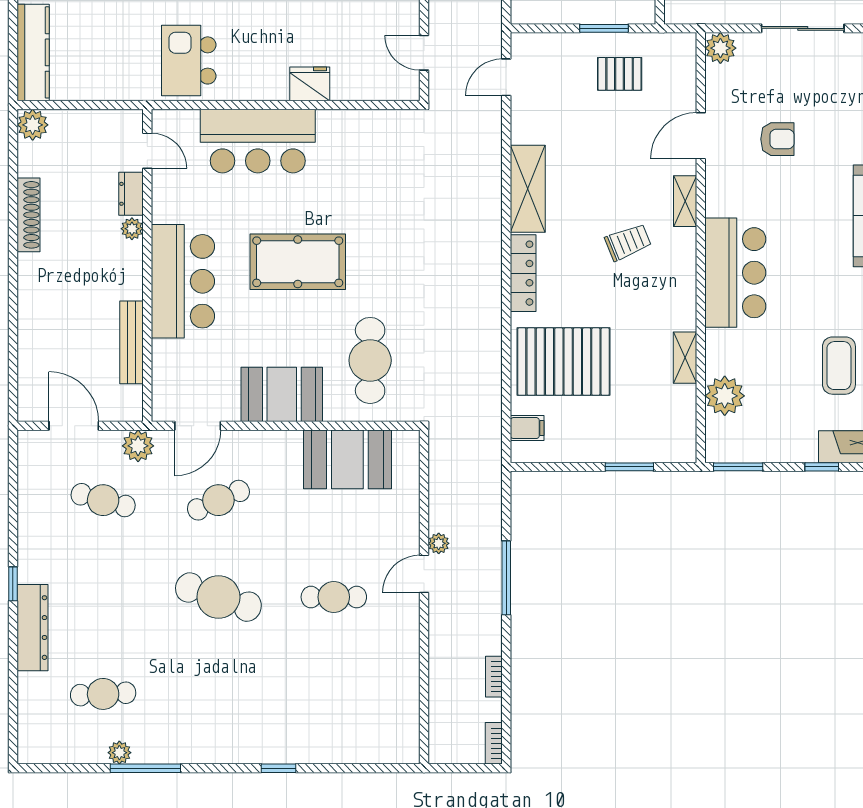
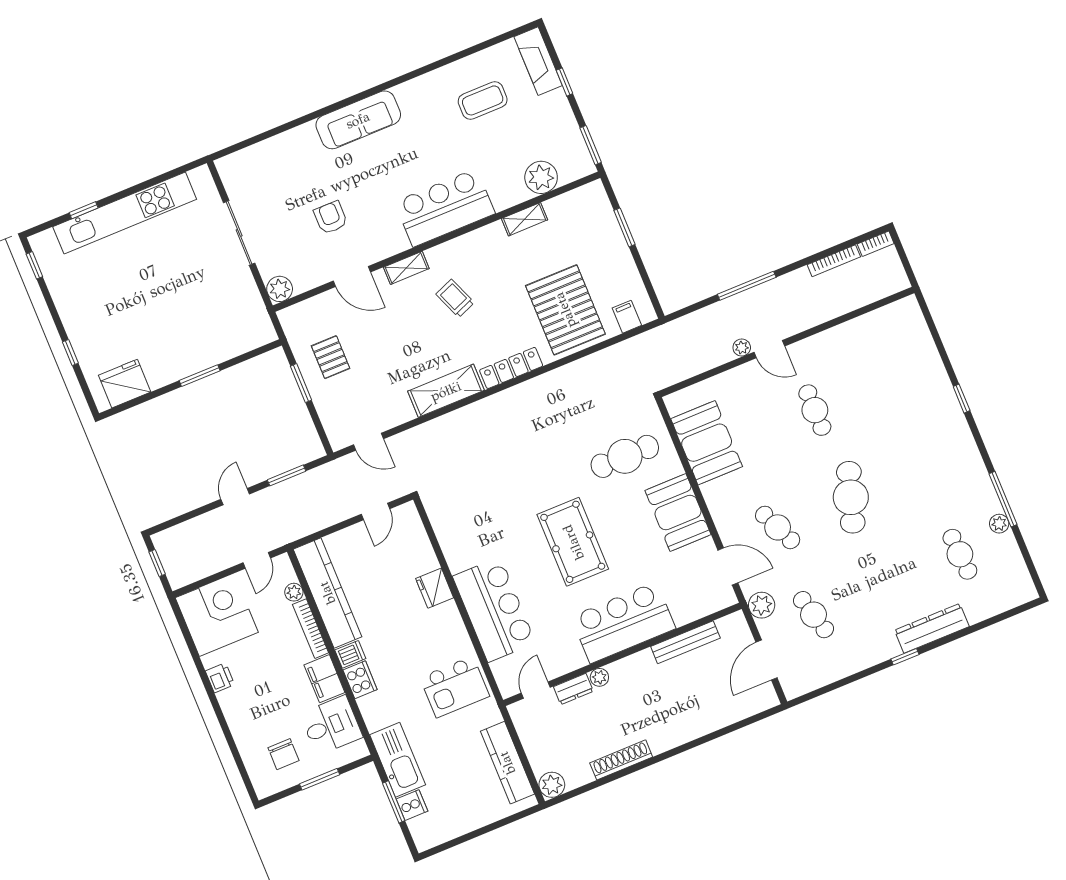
kitchen counter: (33, 52) -> (507, 763), moved, turned -90
cafe table: (103, 500) -> (814, 615), turned -30
bookcase: (494, 677) -> (834, 261), width x1.56

